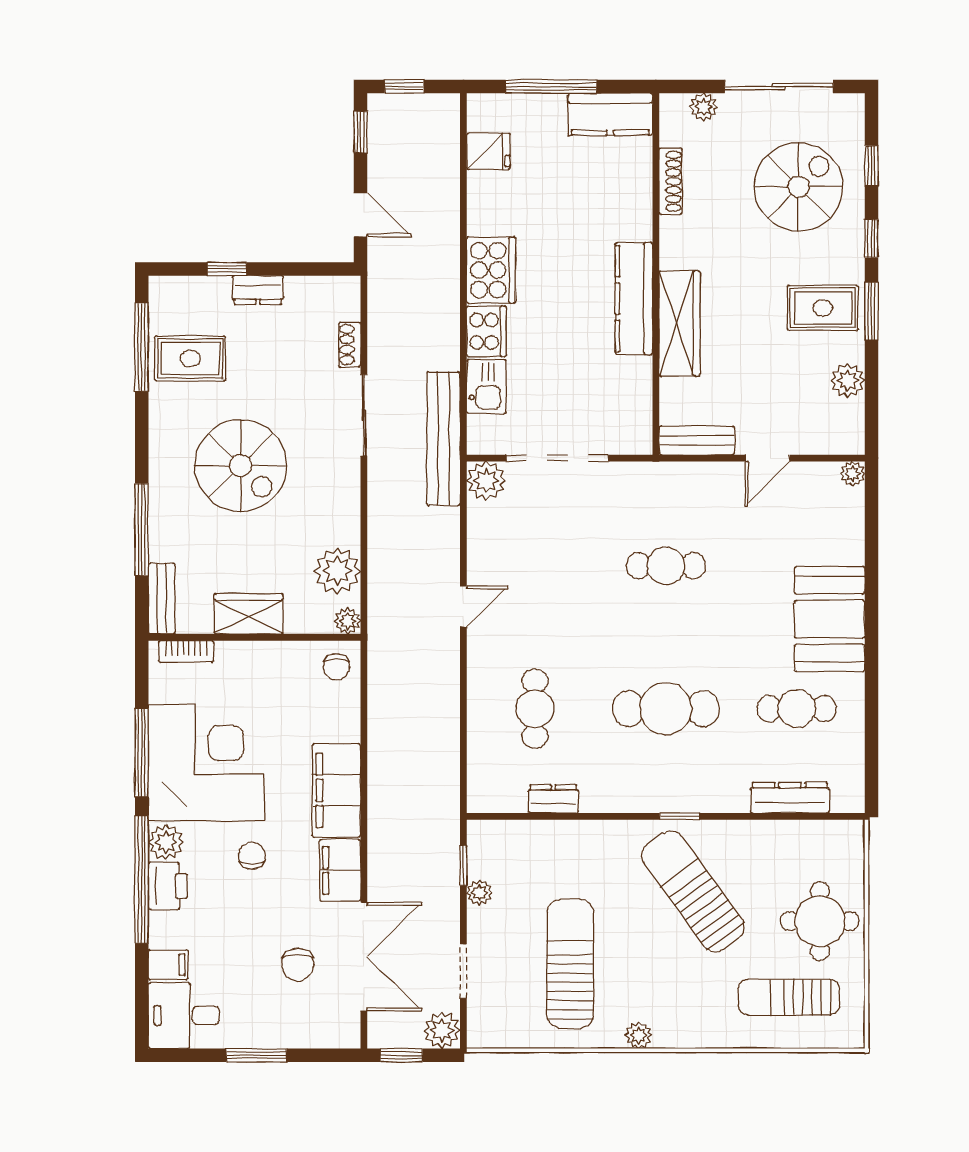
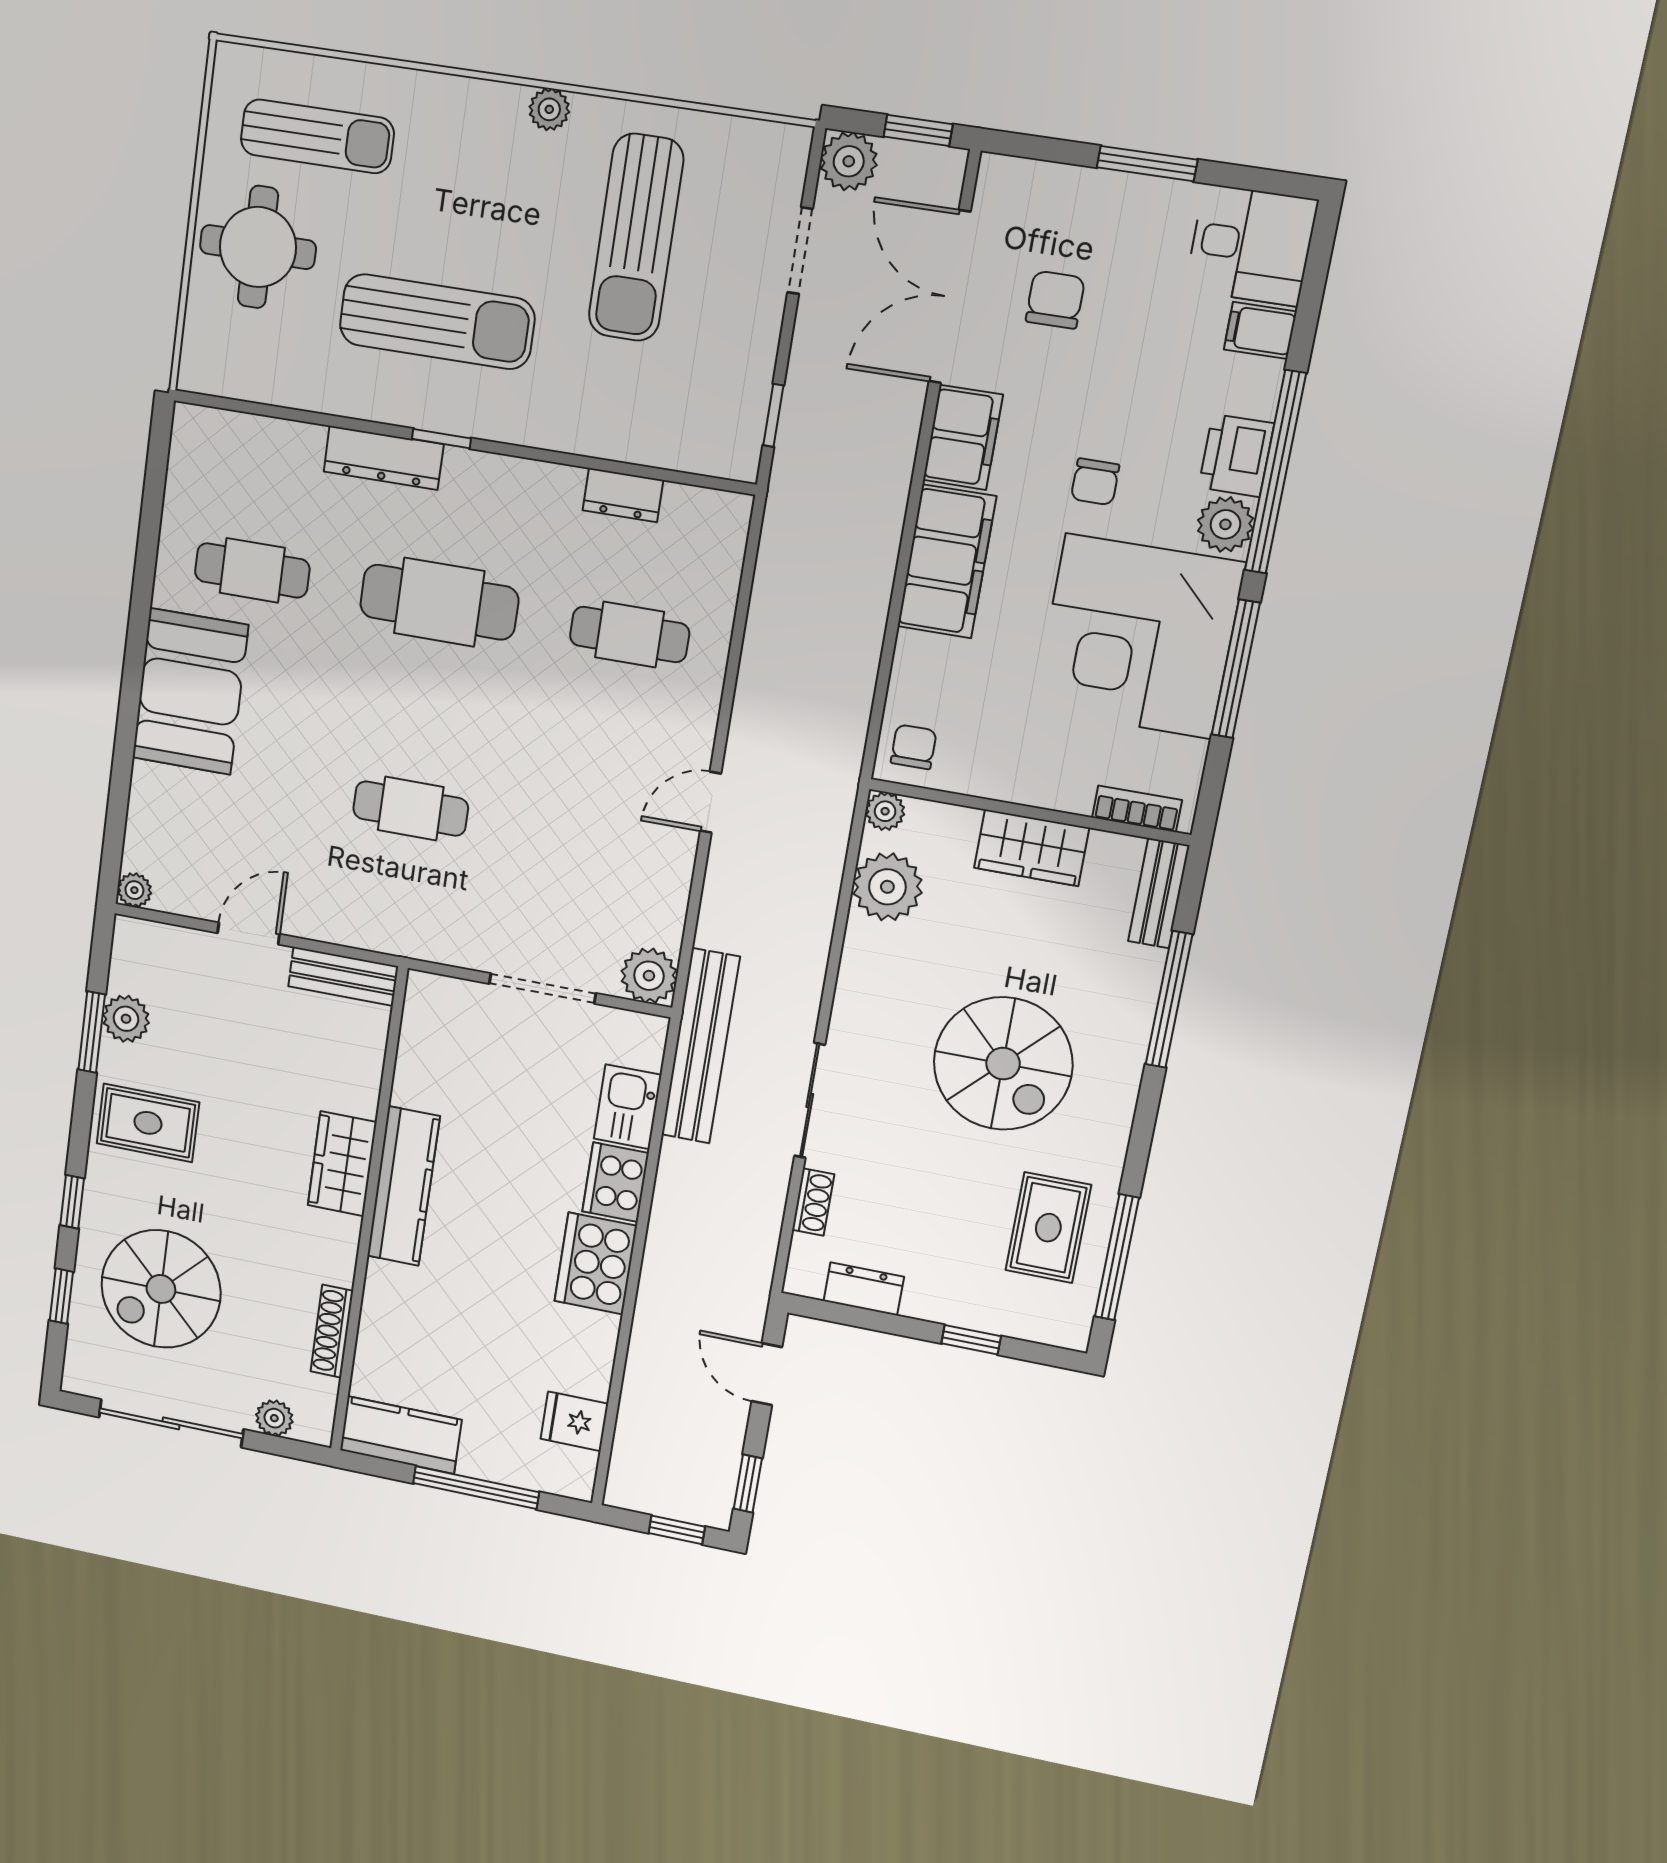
dresser: (258, 290) -> (864, 1289), moved
window: (871, 311) -> (92, 1032), moved
wardrobe: (680, 324) -> (342, 1164), width x0.67
rug: (190, 359) -> (1048, 1228), turned 90
doorway: (557, 458) -> (542, 988), width x0.73
spiral stairs: (241, 466) -> (1003, 1064), turned 180
cafe table: (535, 709) -> (630, 635), turned 90
dresser: (790, 798) -> (384, 458), moved
sun lounger: (693, 891) -> (437, 322), turned -54
plant: (479, 893) -> (756, 370), removed

